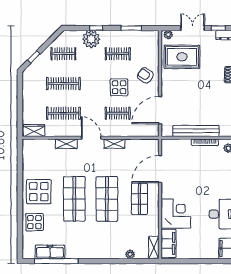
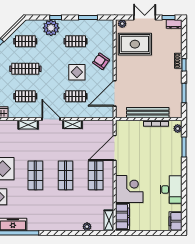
clothes rail: (63, 113) -> (25, 96), width x0.73
shop shelf: (74, 199) -> (35, 175), width x0.70, depth x0.74
shop shelf: (107, 199) -> (65, 175), width x0.70, depth x0.74

